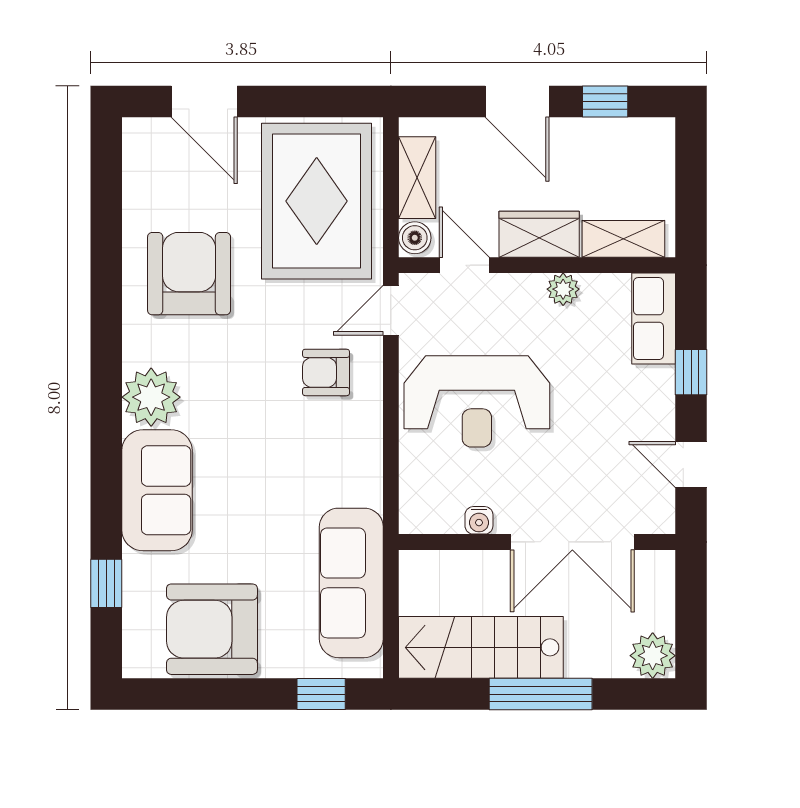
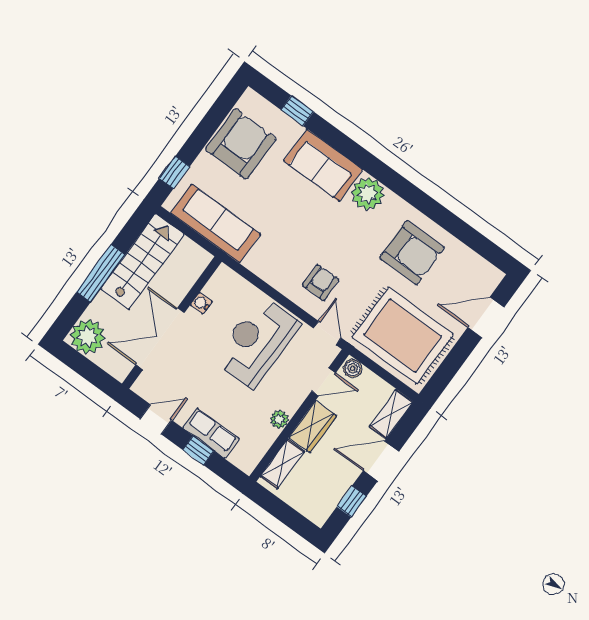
shelving: (417, 178) -> (391, 414), moved, turned 90
row of seats: (654, 319) -> (211, 433), moved
plant: (653, 656) -> (88, 337), width x1.36, depth x1.36

